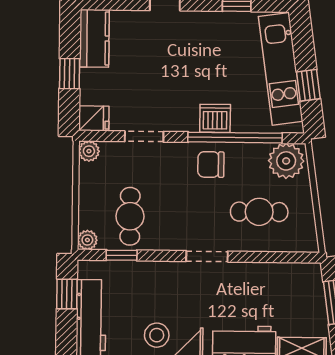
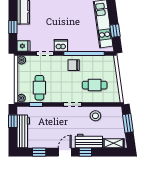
dishwasher: (215, 118) -> (61, 45), moved
plant: (286, 161) -> (106, 63), removed
stool: (157, 335) -> (95, 116), moved

